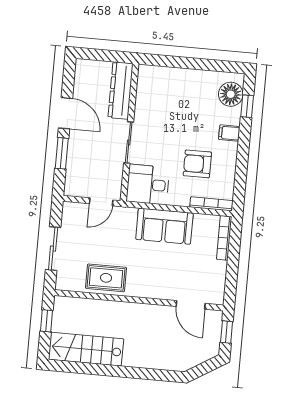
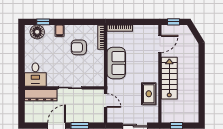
armchair: (197, 164) -> (79, 47), turned 90
desk: (148, 185) -> (35, 75), moved
stairs: (86, 349) -> (169, 78), moved, turned 180

